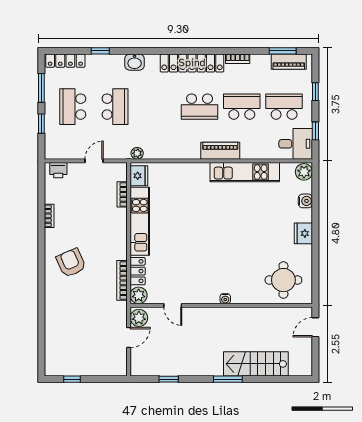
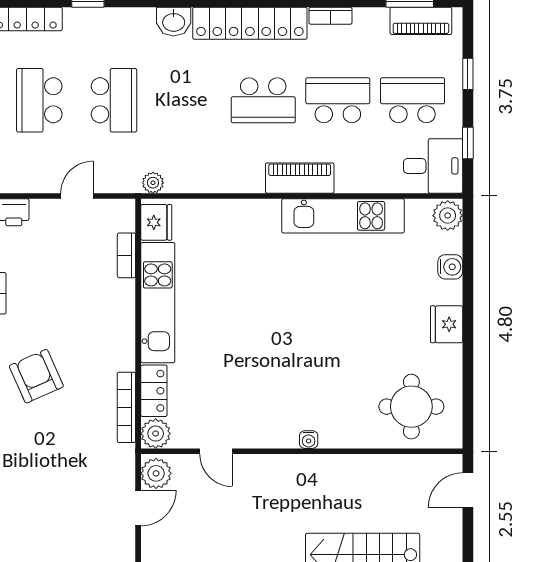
washbasin: (135, 62) -> (174, 22), moved

